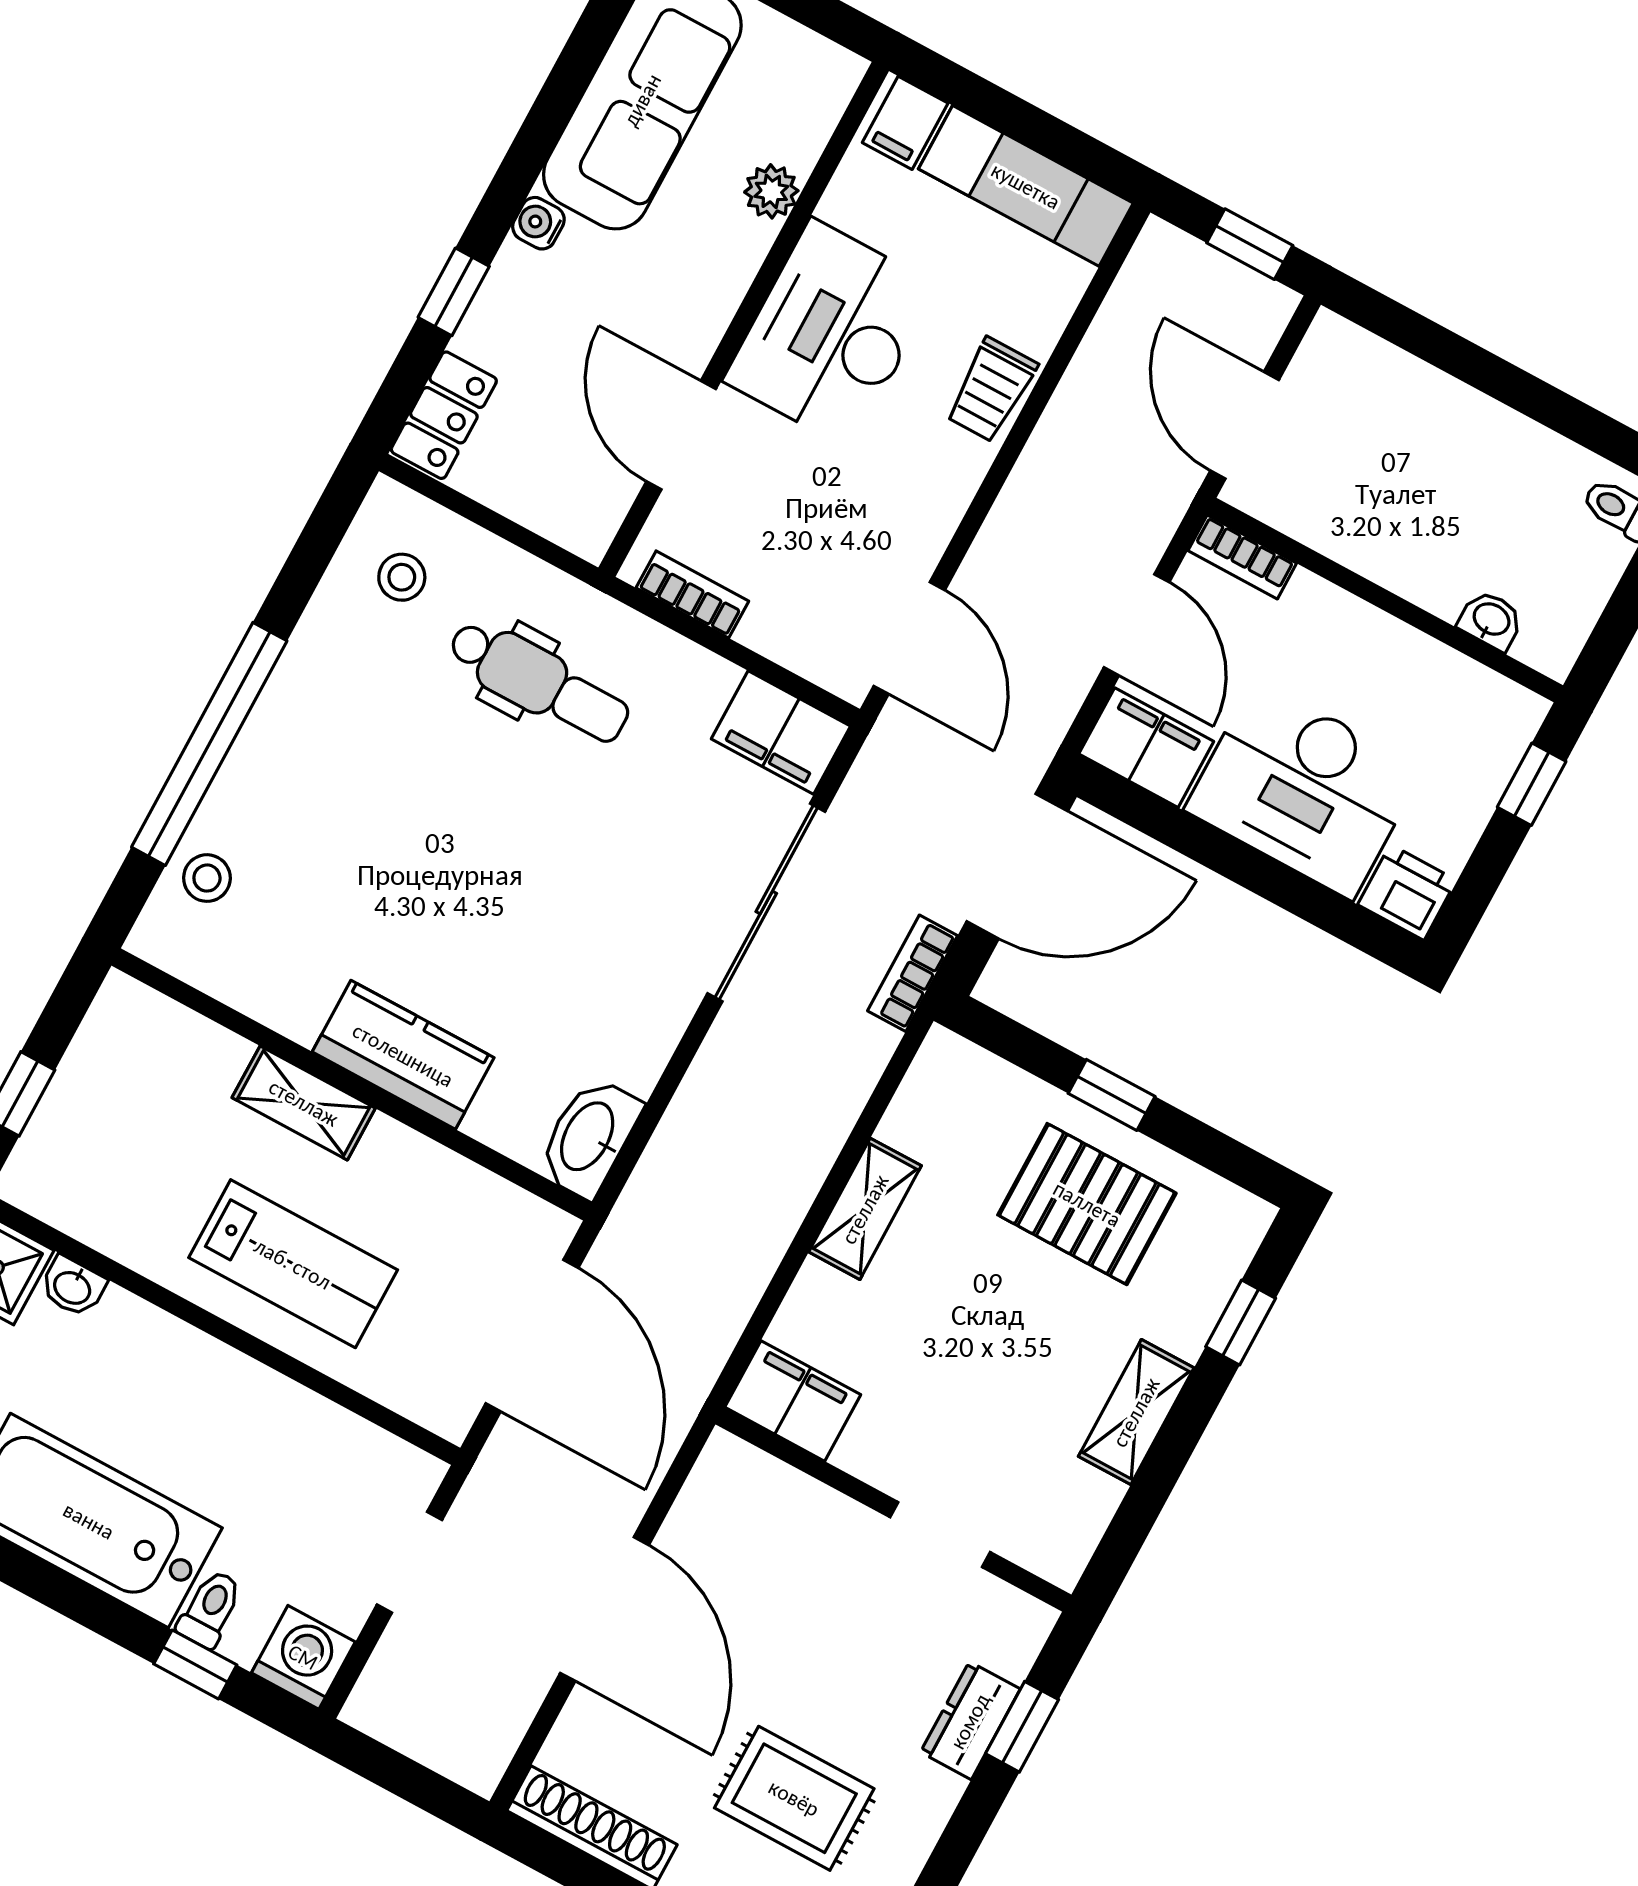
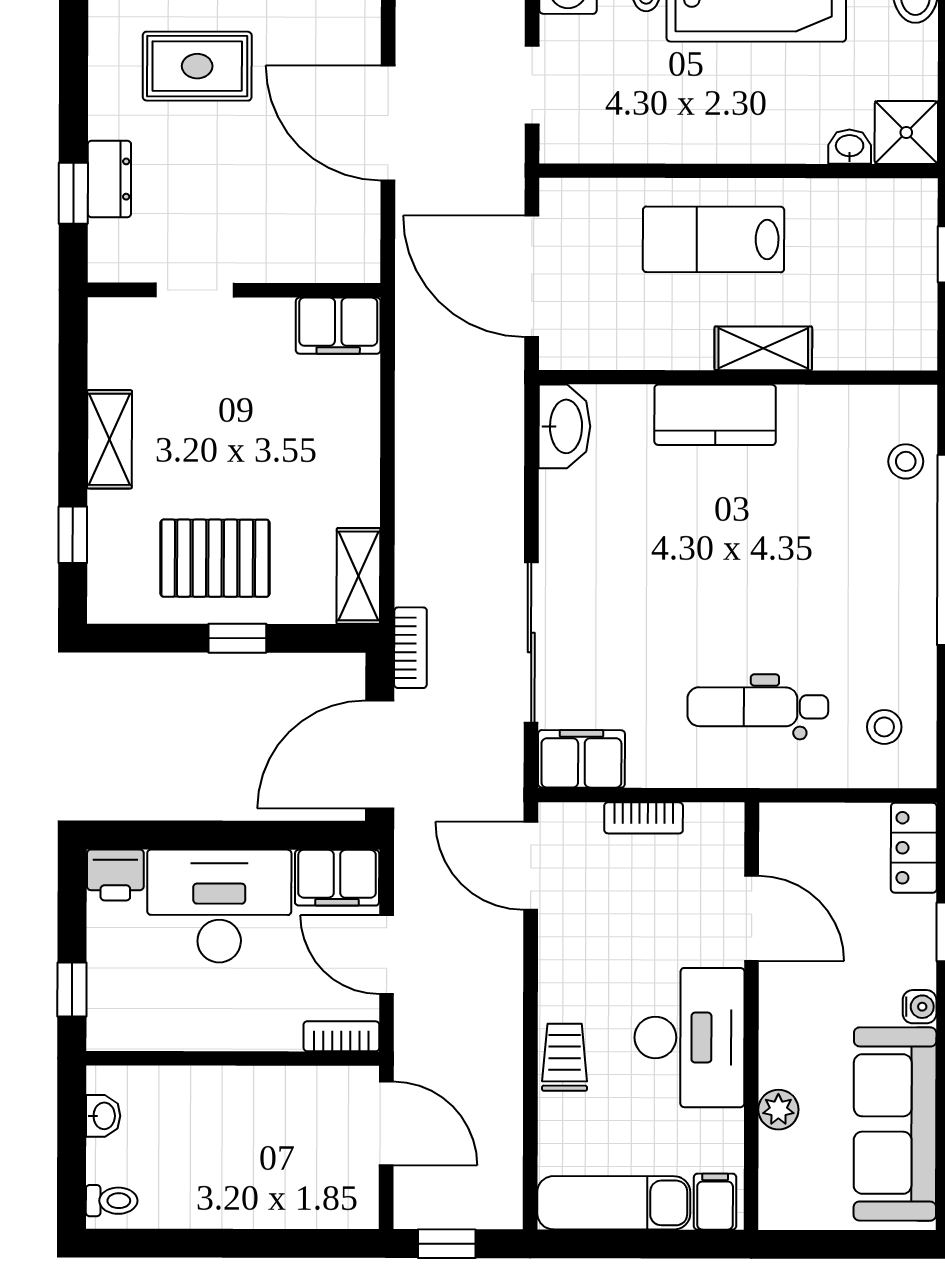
bookcase: (692, 594) -> (644, 818), moved
washbasin: (1491, 620) -> (103, 1116), moved, turned -90
shelving: (865, 1209) -> (358, 576), moved

